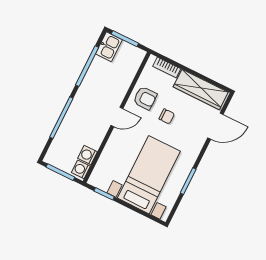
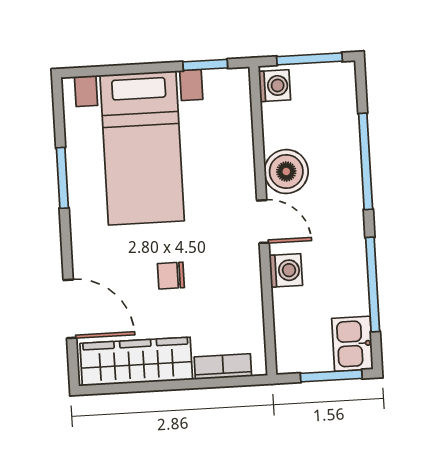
armchair: (145, 98) -> (231, 286), removed
door: (117, 117) -> (263, 222), swing flipped
door: (215, 126) -> (70, 309), swing flipped
boiler: (96, 132) -> (286, 172), added
washing machine: (88, 155) -> (286, 270), moved

